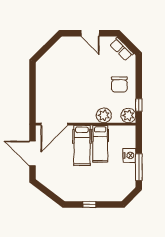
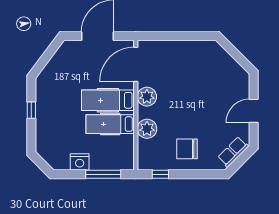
plant: (128, 115) -> (147, 97), moved
door: (54, 124) -> (136, 64), hinge flipped
nightstand: (129, 155) -> (80, 162), moved
window: (139, 167) -> (103, 174), moved

